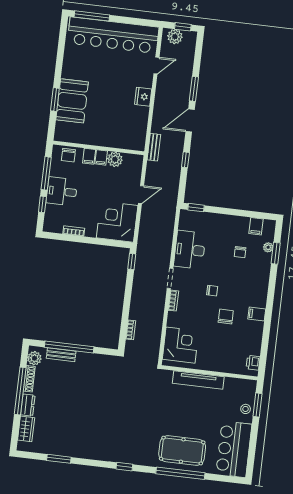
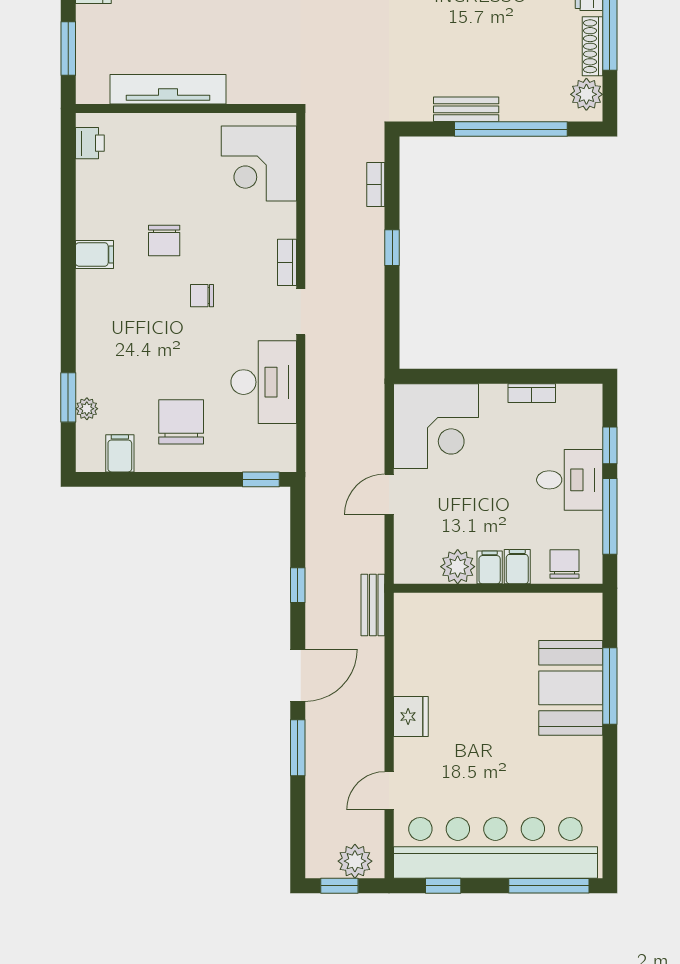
window: (138, 21) -> (443, 886), added
window: (55, 100) -> (610, 686), width x1.44
chair: (240, 252) -> (181, 422), moved, width x1.87, depth x1.87
window: (132, 261) -> (392, 248), moved
bench: (61, 355) -> (466, 109), moved
tv unit: (198, 380) -> (168, 89), moved
stool: (246, 409) -> (94, 36), removed

